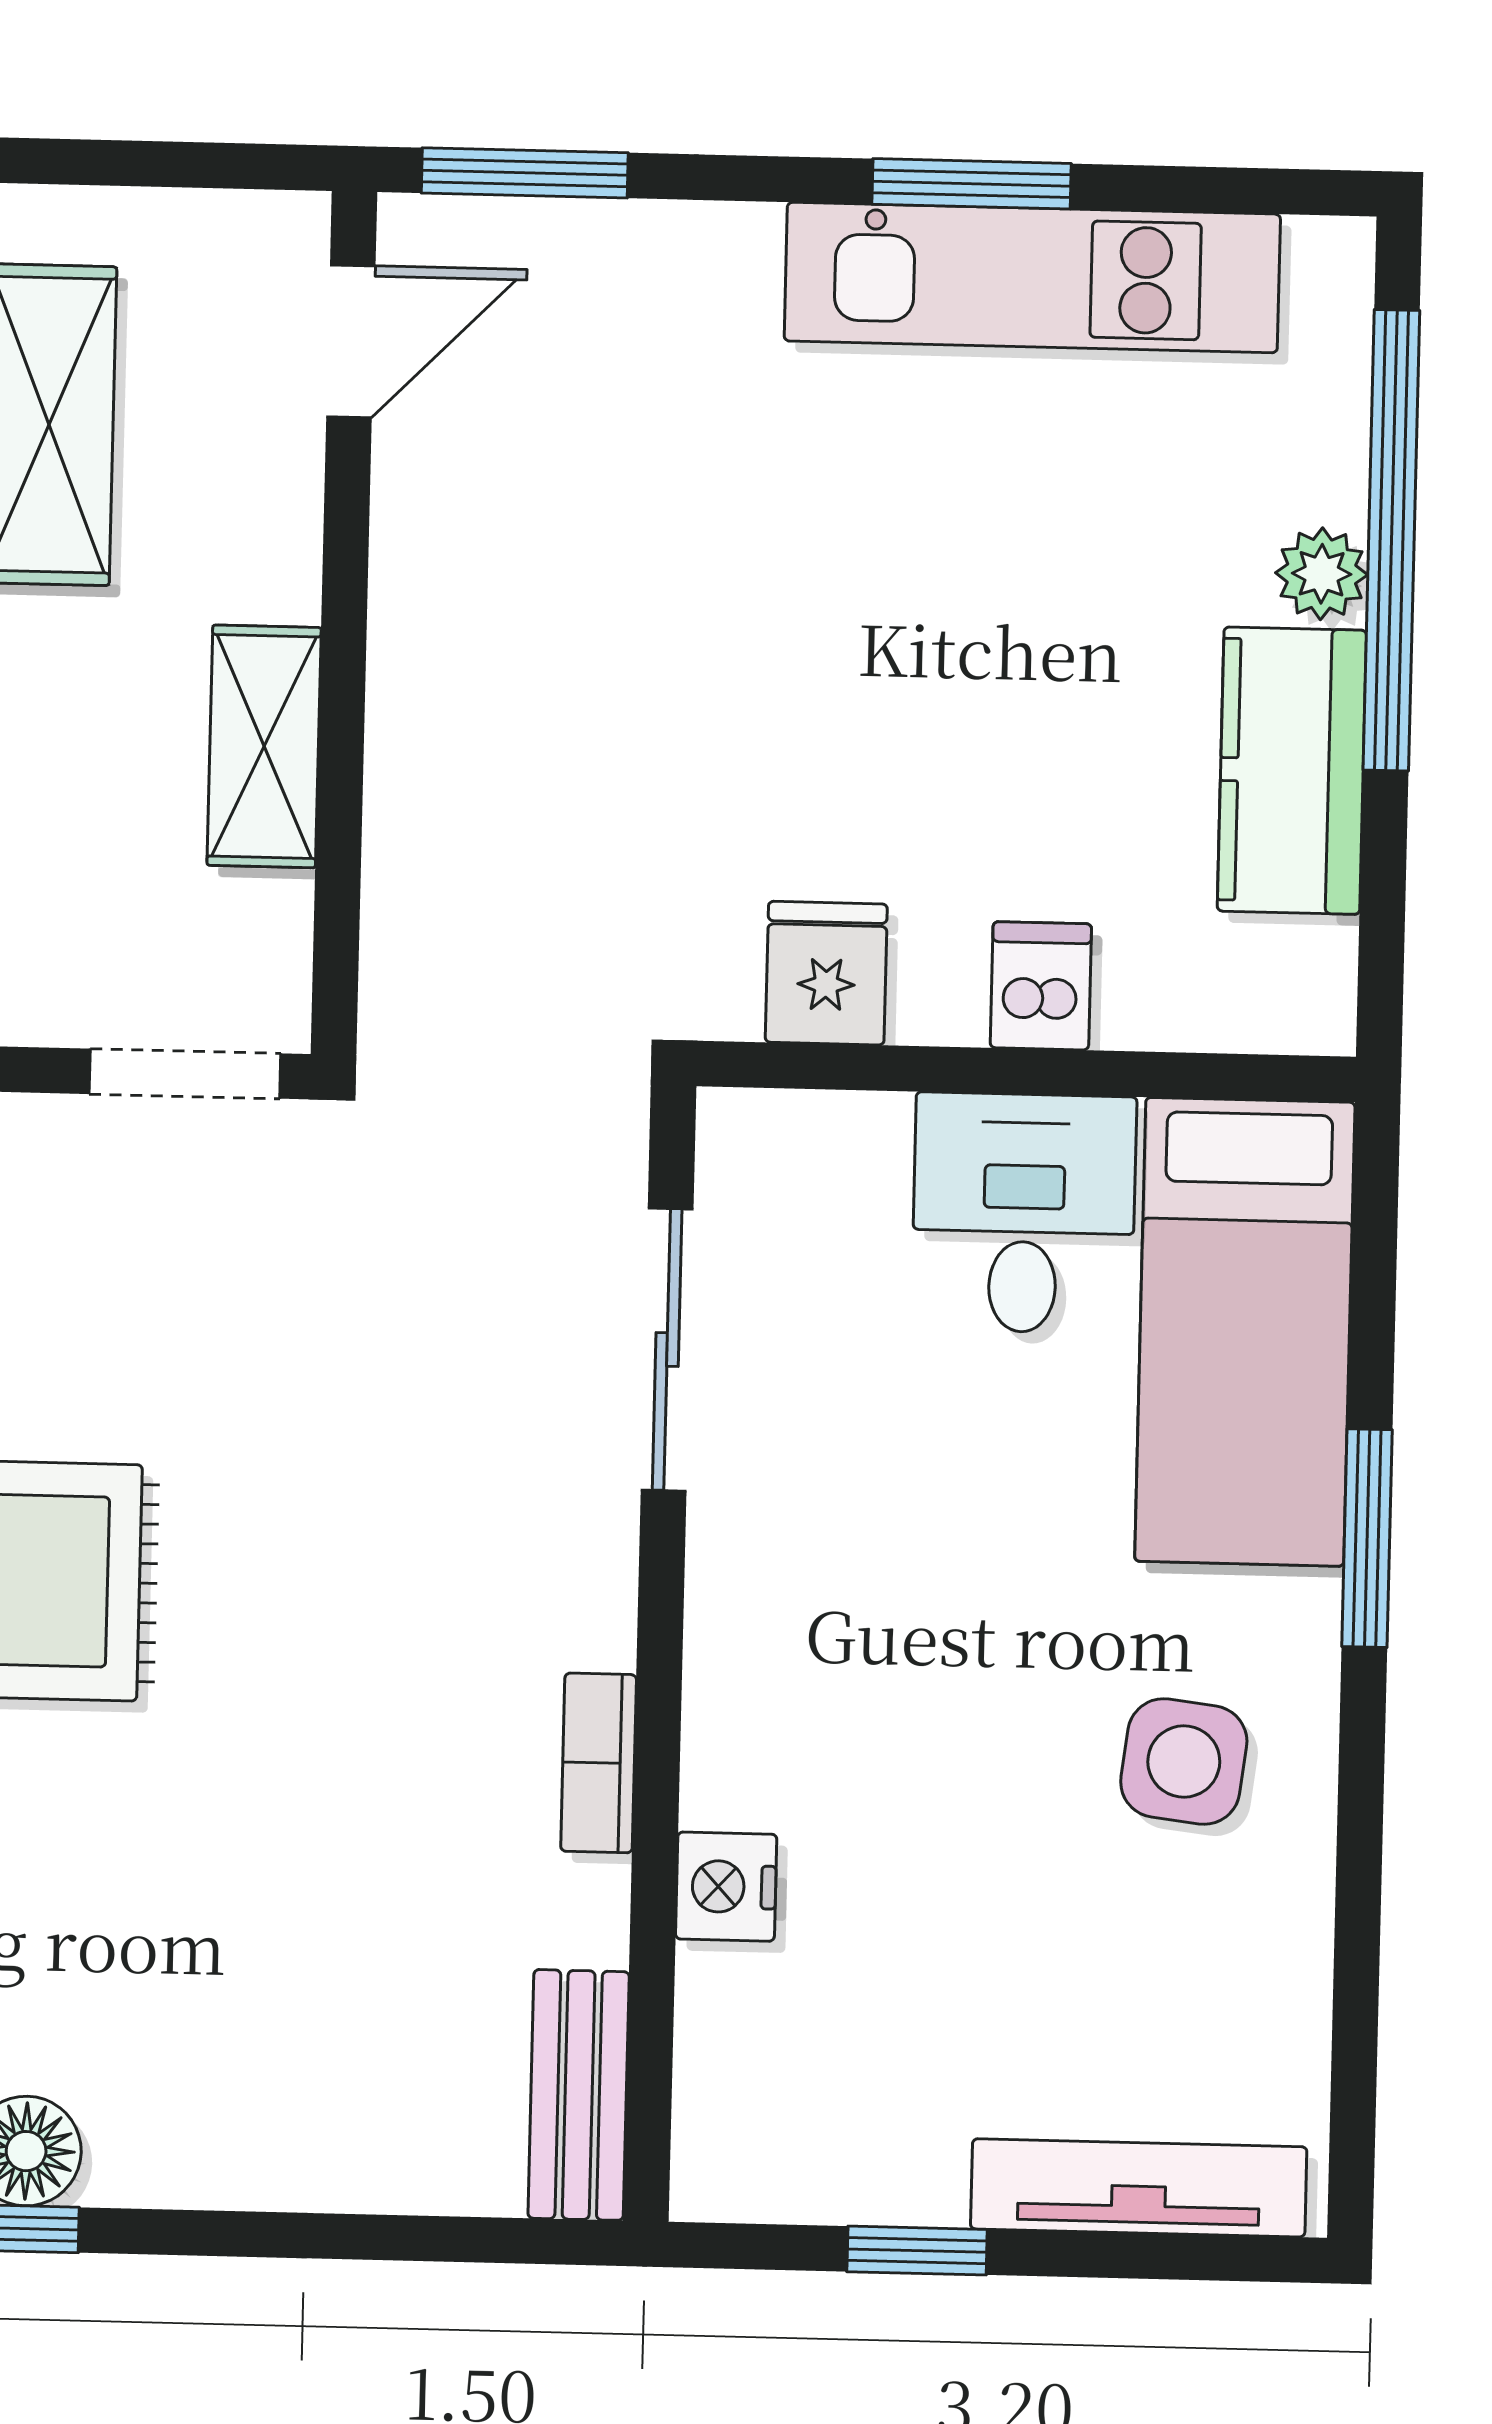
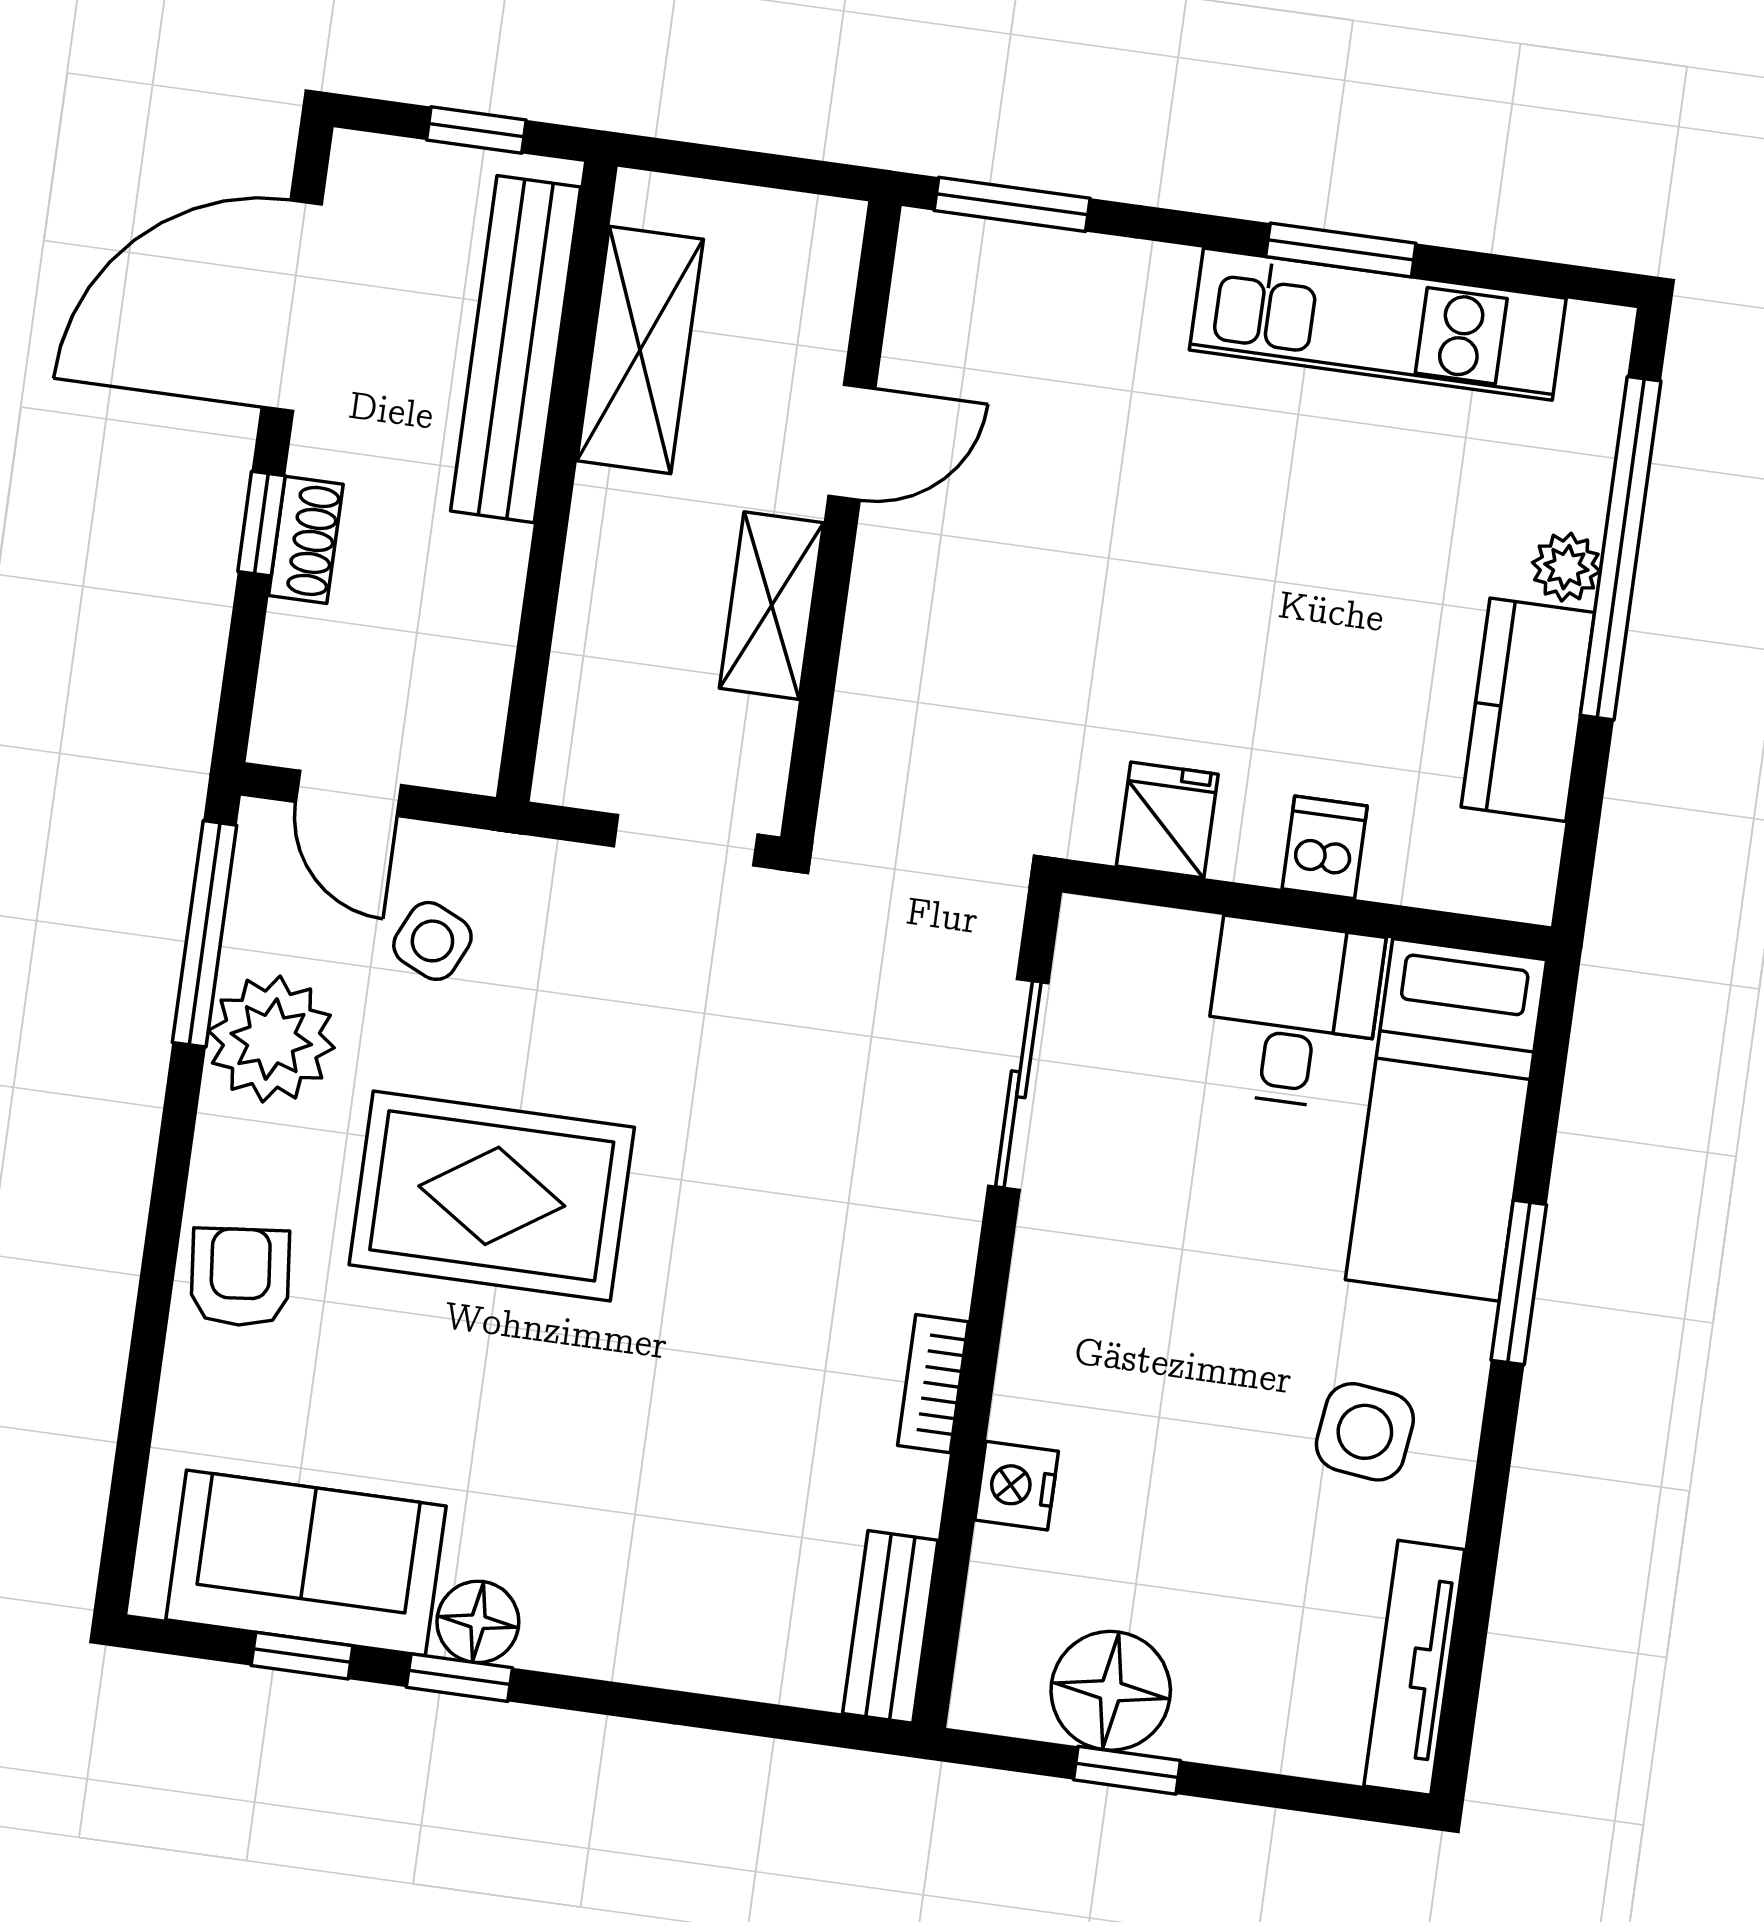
door: (351, 341) -> (852, 442), moved
floor lamp: (883, 2147) -> (1111, 1691), added
tv unit: (1139, 2188) -> (1414, 1668), moved, turned -90

